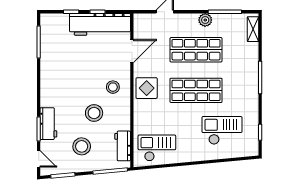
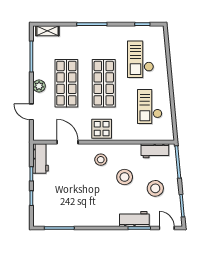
plant: (205, 20) -> (39, 86), moved
workbench: (100, 24) -> (41, 159), width x0.53, depth x0.76
checkout: (157, 148) -> (150, 107), moved
door: (39, 159) -> (167, 228), hinge flipped

